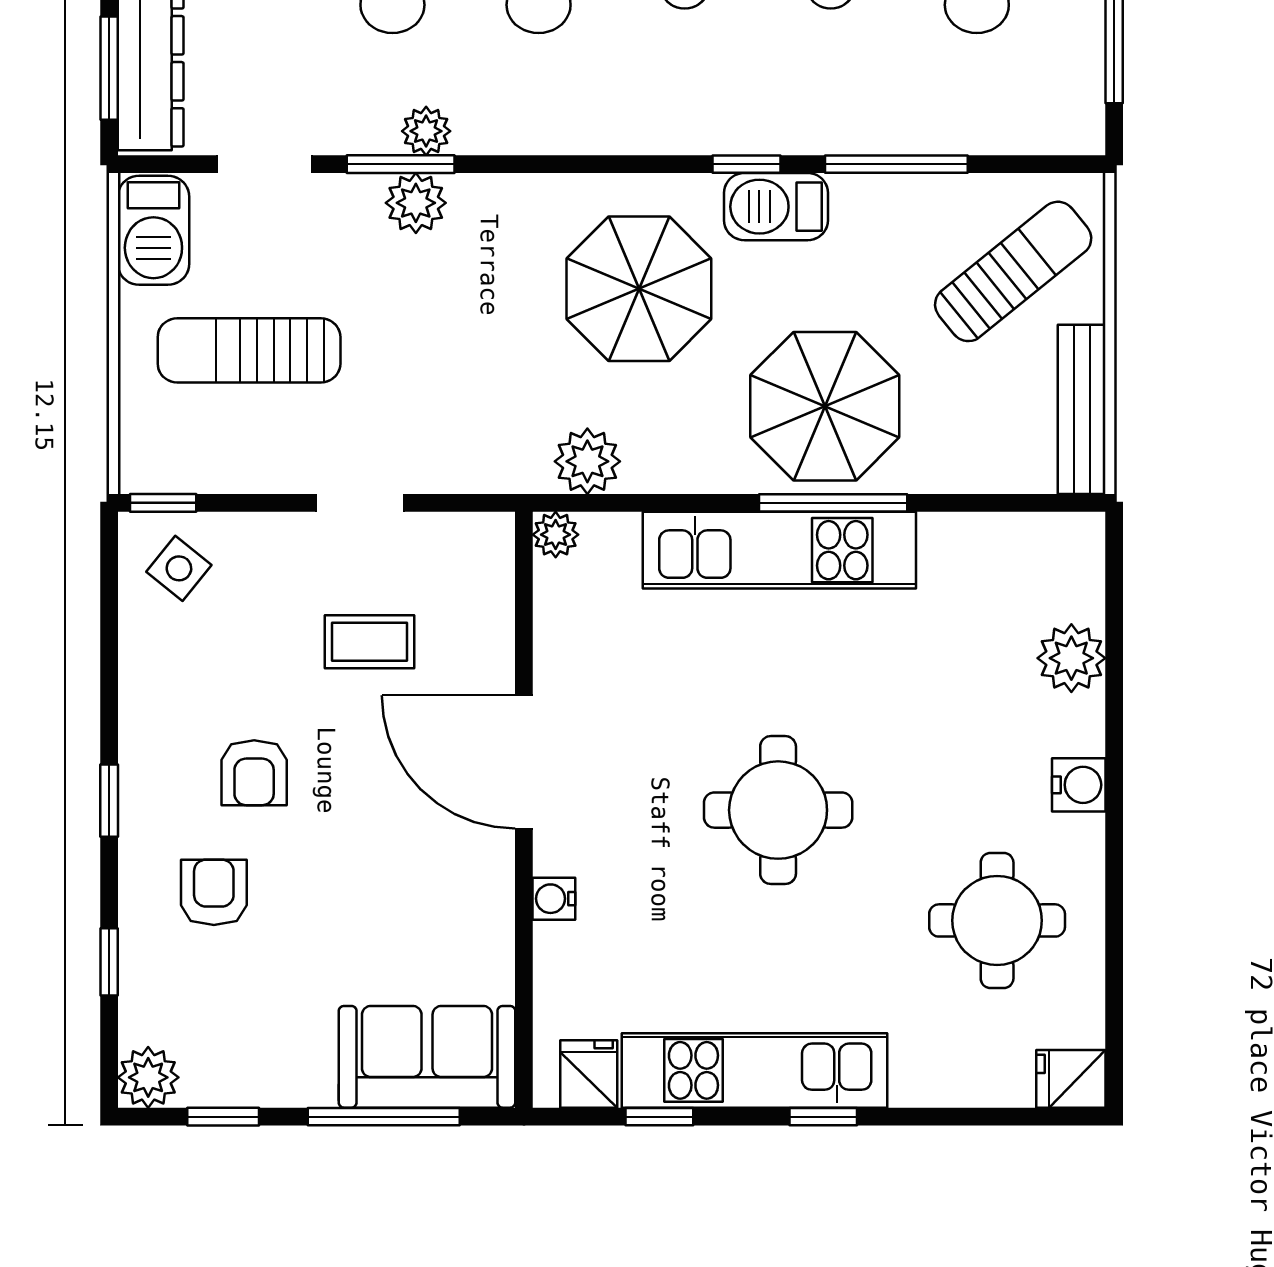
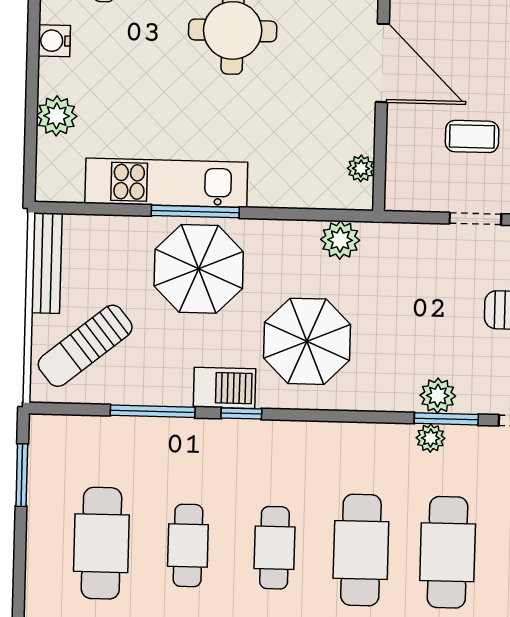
plant: (556, 535) -> (361, 168), moved
kitchen unit: (779, 550) -> (166, 183), moved

